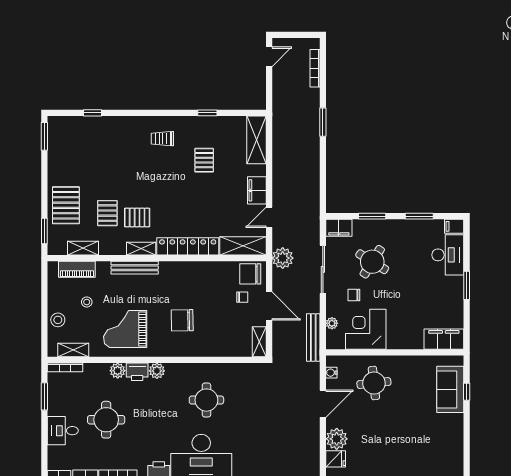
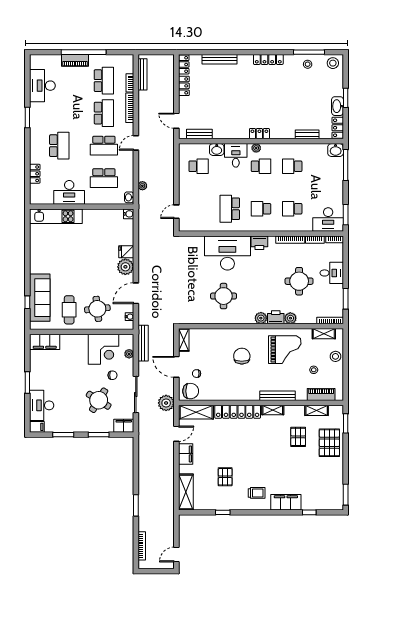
filing cabinet: (124, 126) -> (286, 502), added
pallet: (137, 217) -> (276, 434), removed
chair: (182, 320) -> (242, 356), turned -89
cafe table: (411, 382) -> (69, 310), added
sofa: (450, 389) -> (40, 298), width x1.36

